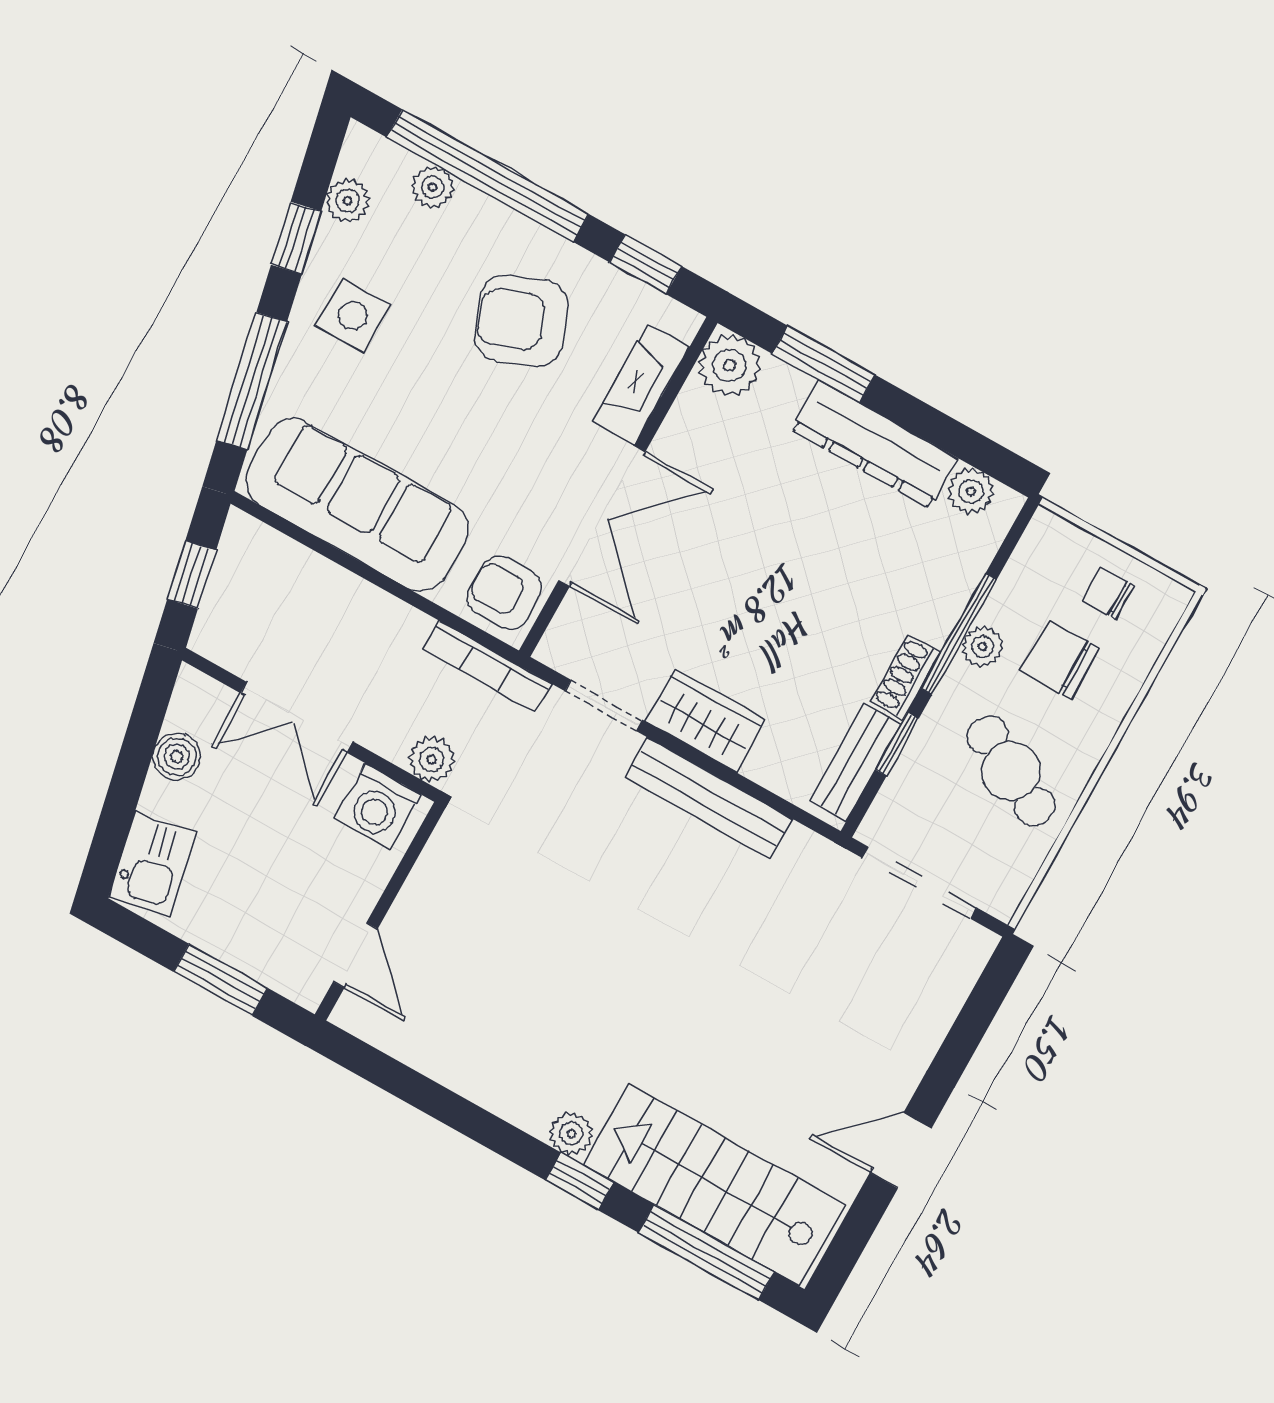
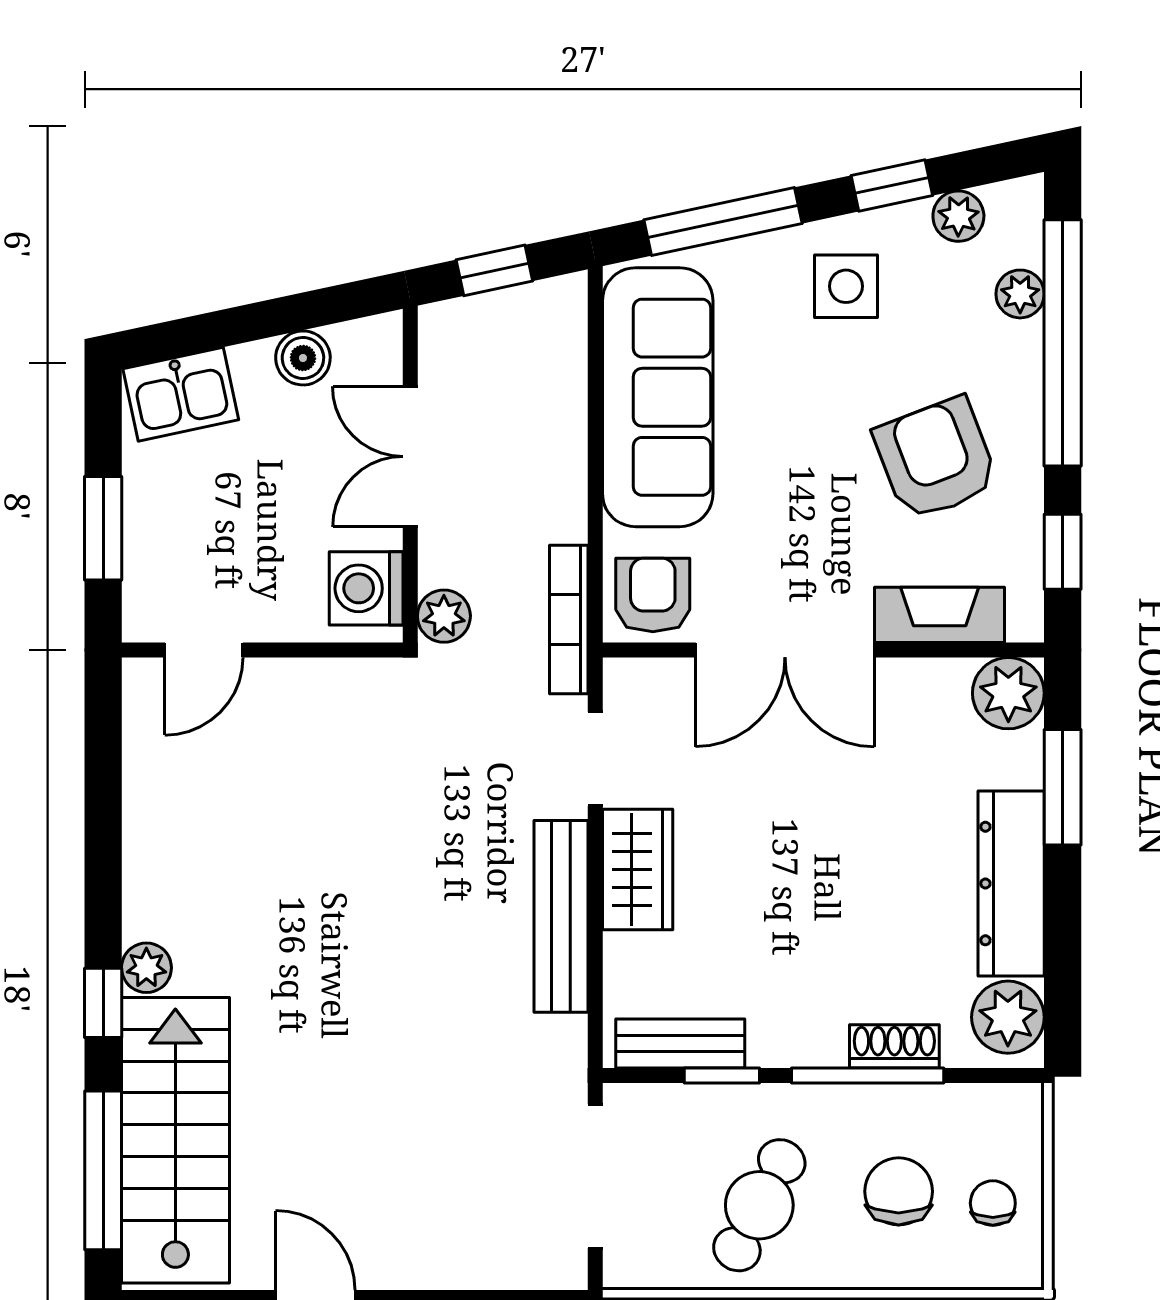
plant: (971, 491) -> (1008, 1017), width x1.38, depth x1.38
plant: (982, 647) -> (868, 1106), removed
shoe rack: (906, 677) -> (894, 1046), moved

